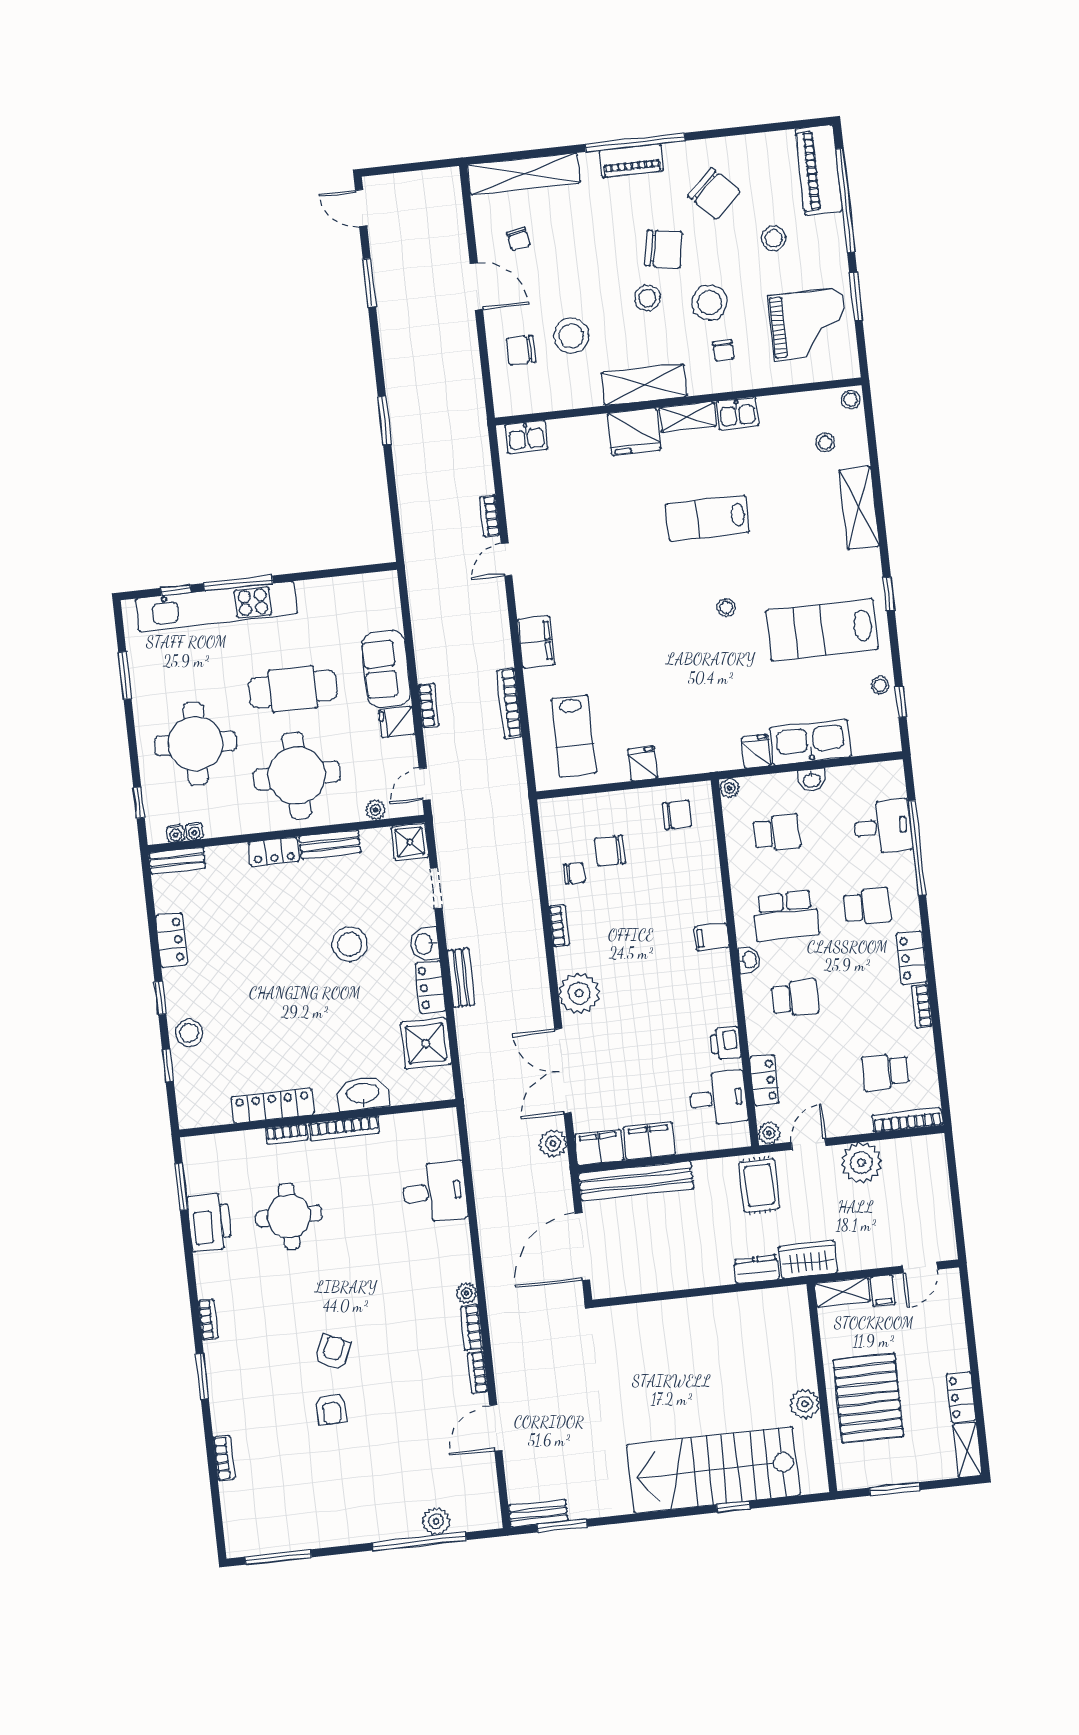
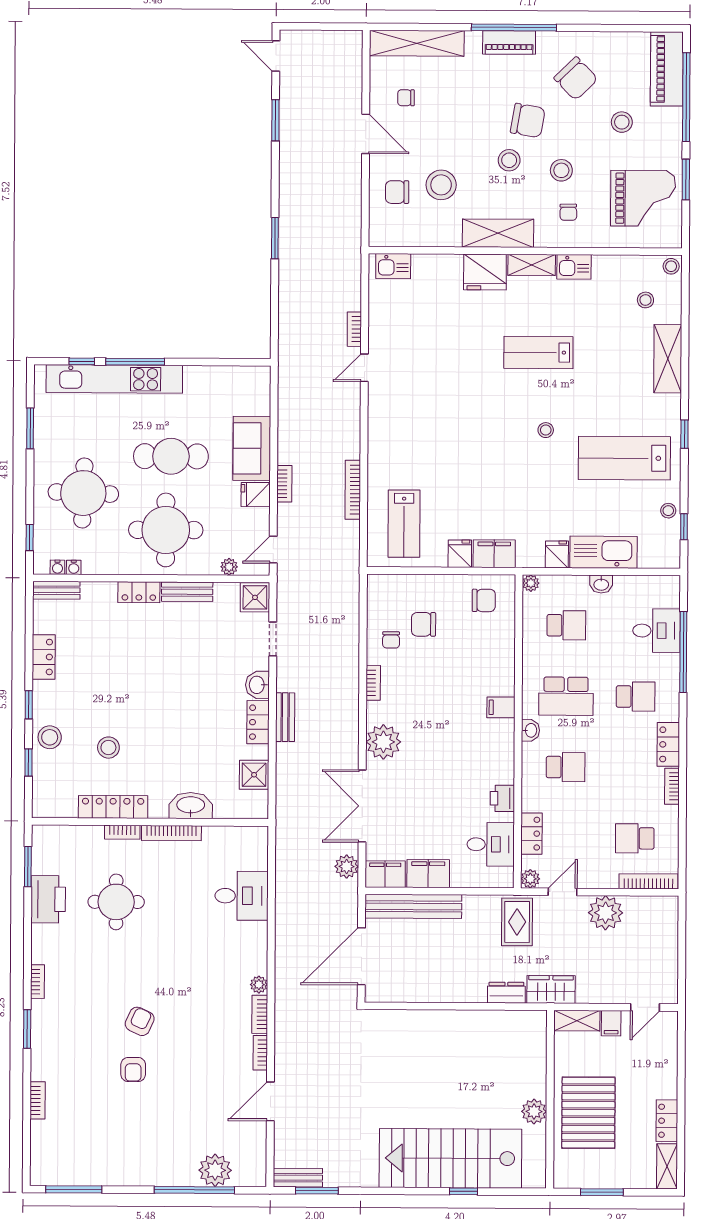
chair: (519, 239) -> (406, 98), turned 101
stool: (710, 303) -> (561, 170), width x0.73, depth x0.73
filing cabinet: (536, 642) -> (494, 554), moved, turned -90
chair: (574, 873) -> (391, 640), turned 90
stool: (350, 944) -> (108, 748), moved, width x0.73, depth x0.73
shower: (426, 1044) -> (254, 775), width x0.73, depth x0.73
plant: (436, 1521) -> (215, 1170), width x1.36, depth x1.36

